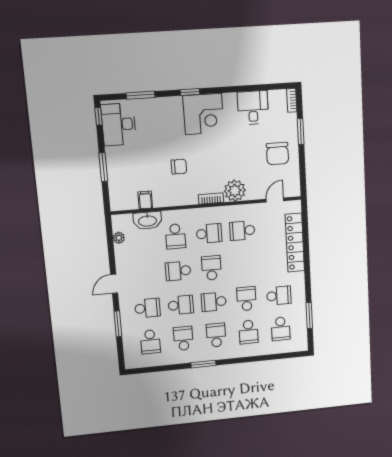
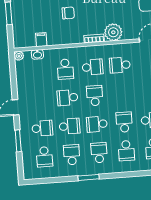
washbasin: (147, 221) -> (37, 54), width x0.52, depth x0.69
plant: (119, 238) -> (19, 56), moved

